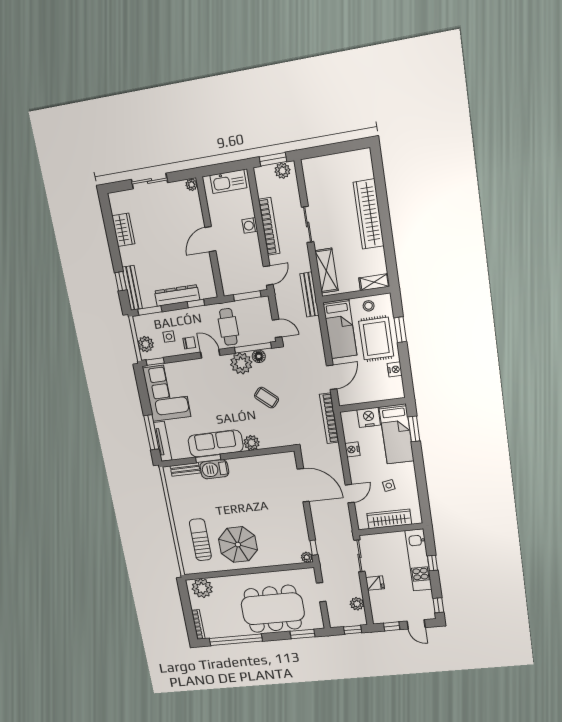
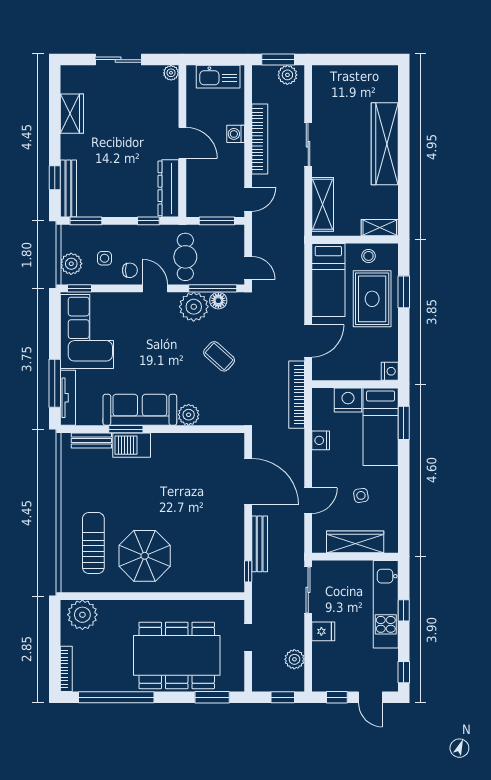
door: (210, 239) -> (182, 143), swing flipped
bench: (309, 294) -> (260, 544), moved
dresser: (177, 295) -> (168, 188), moved, turned -90
nightstand: (395, 369) -> (390, 371), moved
plant: (307, 557) -> (236, 584), removed

